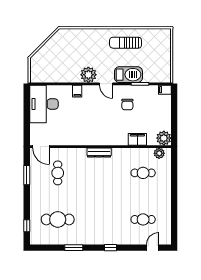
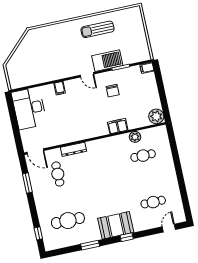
plant: (88, 75) -> (67, 69), removed
filing cabinet: (137, 139) -> (118, 126), moved
dresser: (99, 153) -> (73, 149), moved
plant: (159, 153) -> (135, 137), moved
booth: (102, 234) -> (116, 225), added

